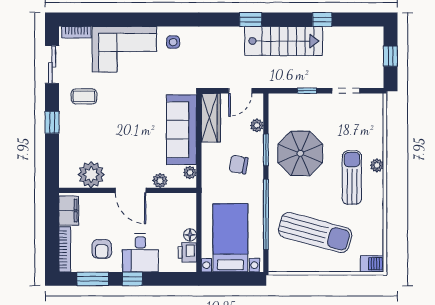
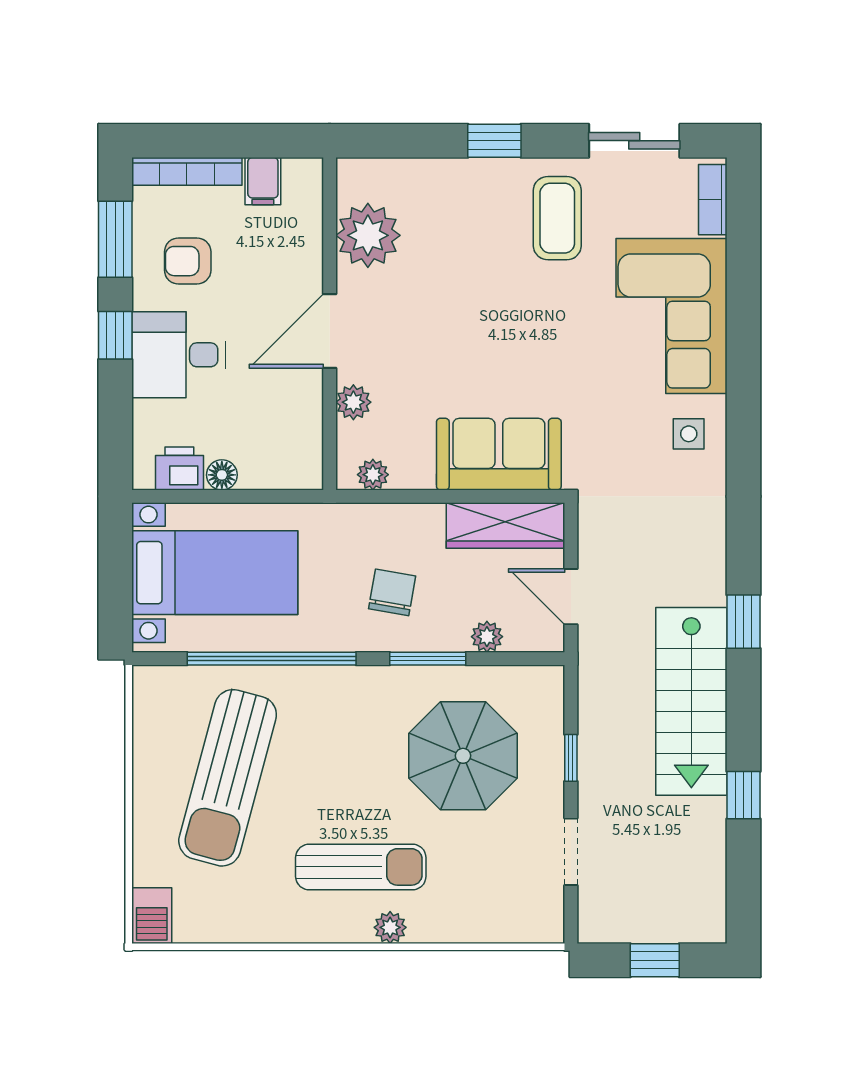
coffee table: (84, 96) -> (557, 218), width x1.36, depth x1.30
sofa: (181, 130) -> (499, 454), width x0.73
parasol: (300, 153) -> (463, 756), moved
filing cabinet: (69, 211) -> (263, 181), width x0.50

